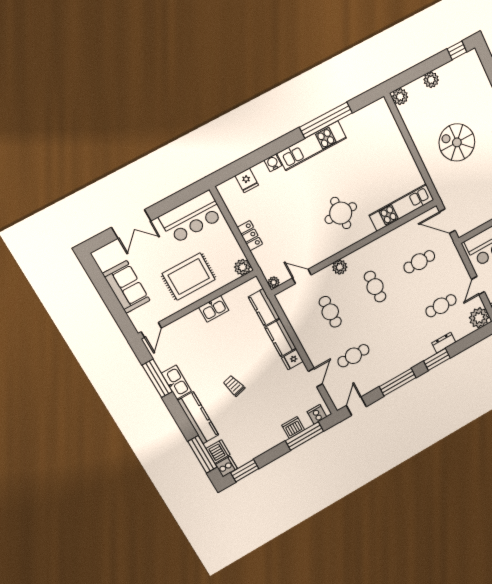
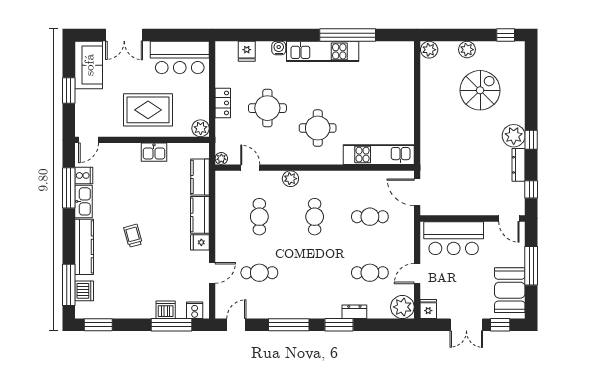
spiral stairs: (457, 142) -> (480, 90), moved, turned 90
round table: (290, 219) -> (267, 108), added
sofa: (126, 287) -> (89, 65), moved
window: (110, 298) -> (69, 91), added
cooker: (226, 467) -> (84, 175), moved

